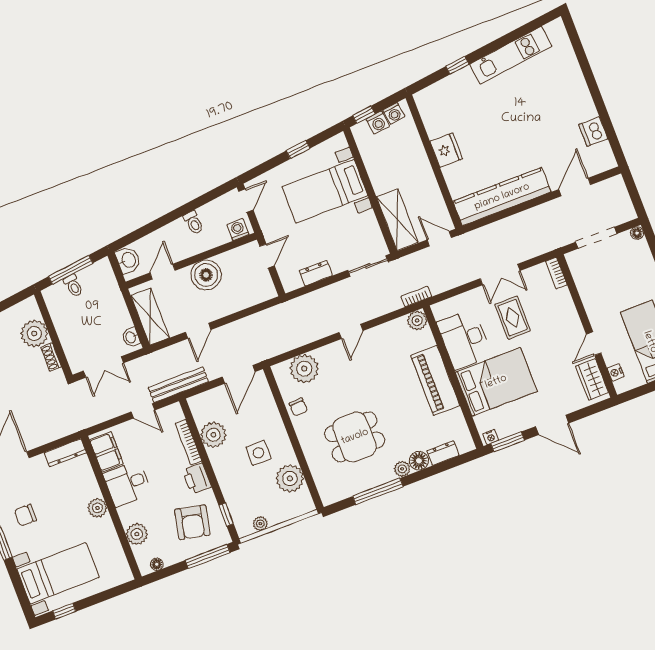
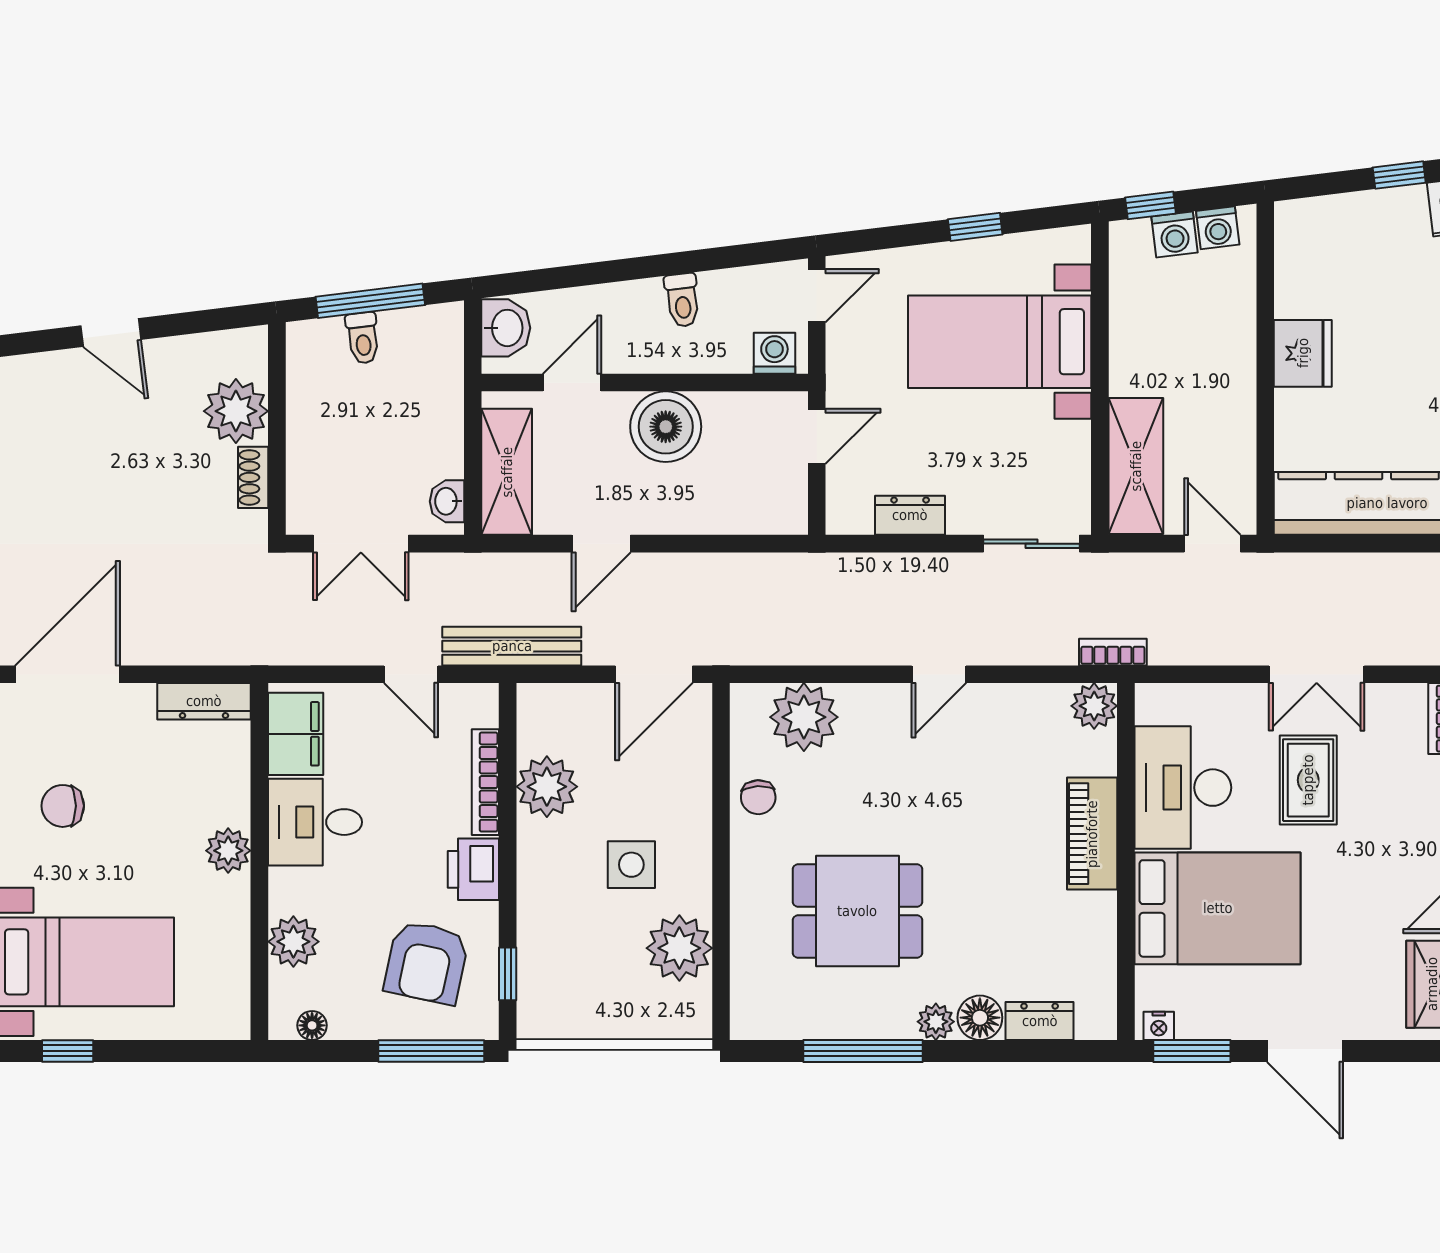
piano: (435, 381) -> (1092, 834), width x0.73, depth x0.75
plant: (260, 524) -> (576, 1023), removed

